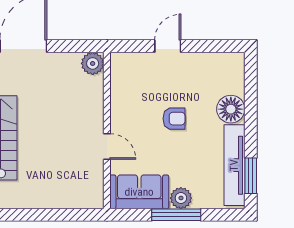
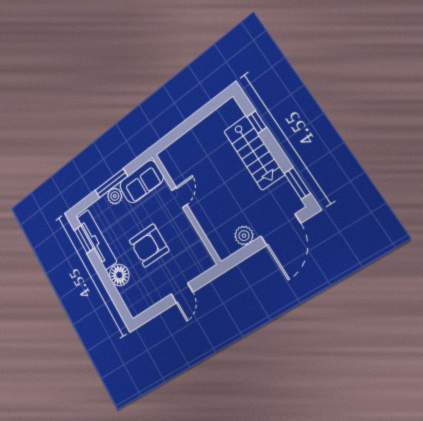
plant: (93, 63) -> (244, 236), moved
armchair: (174, 119) -> (149, 246), width x1.88, depth x1.88
door: (107, 146) -> (179, 197), swing flipped

